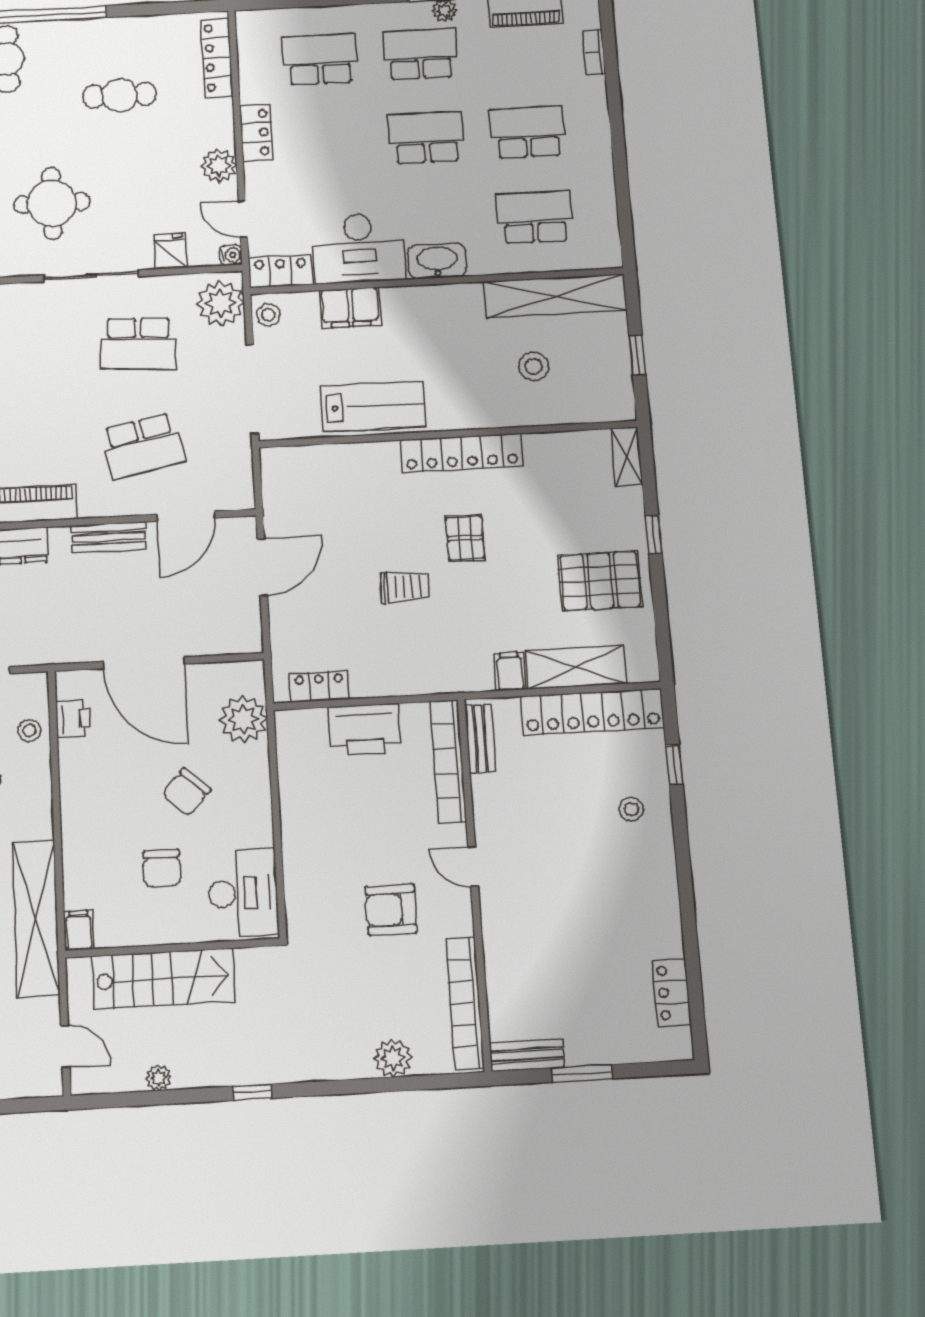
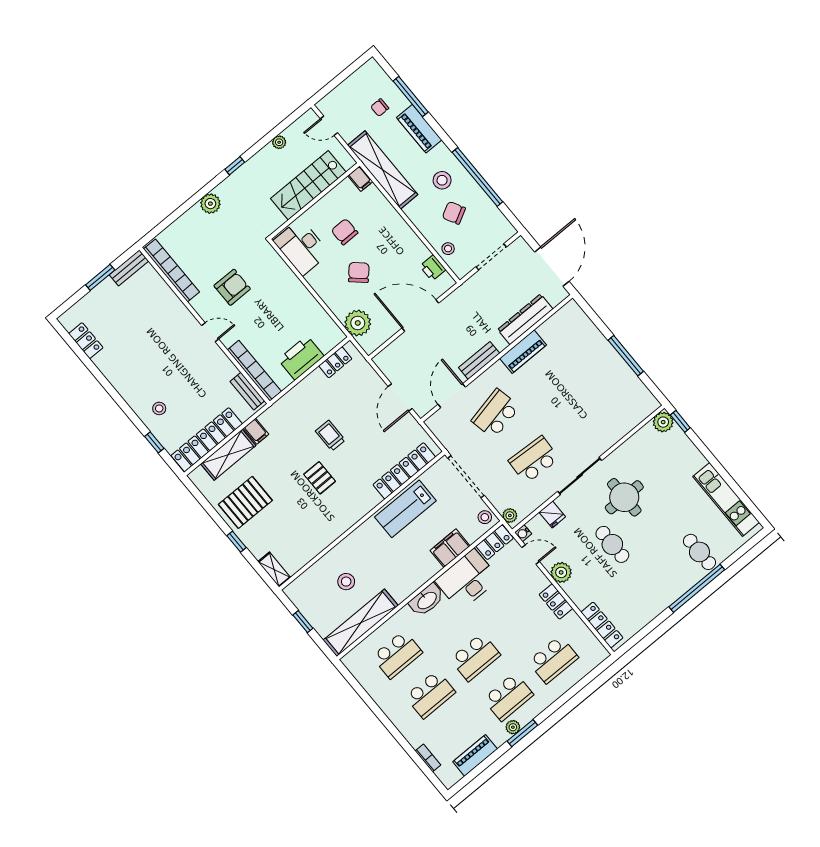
cafe table: (120, 95) -> (612, 544), moved, turned 90
plant: (221, 303) -> (510, 515), width x0.53, depth x0.53
locker: (462, 453) -> (404, 471), moved
trolley: (405, 587) -> (330, 436), turned 90
plant: (393, 1058) -> (210, 204), moved

